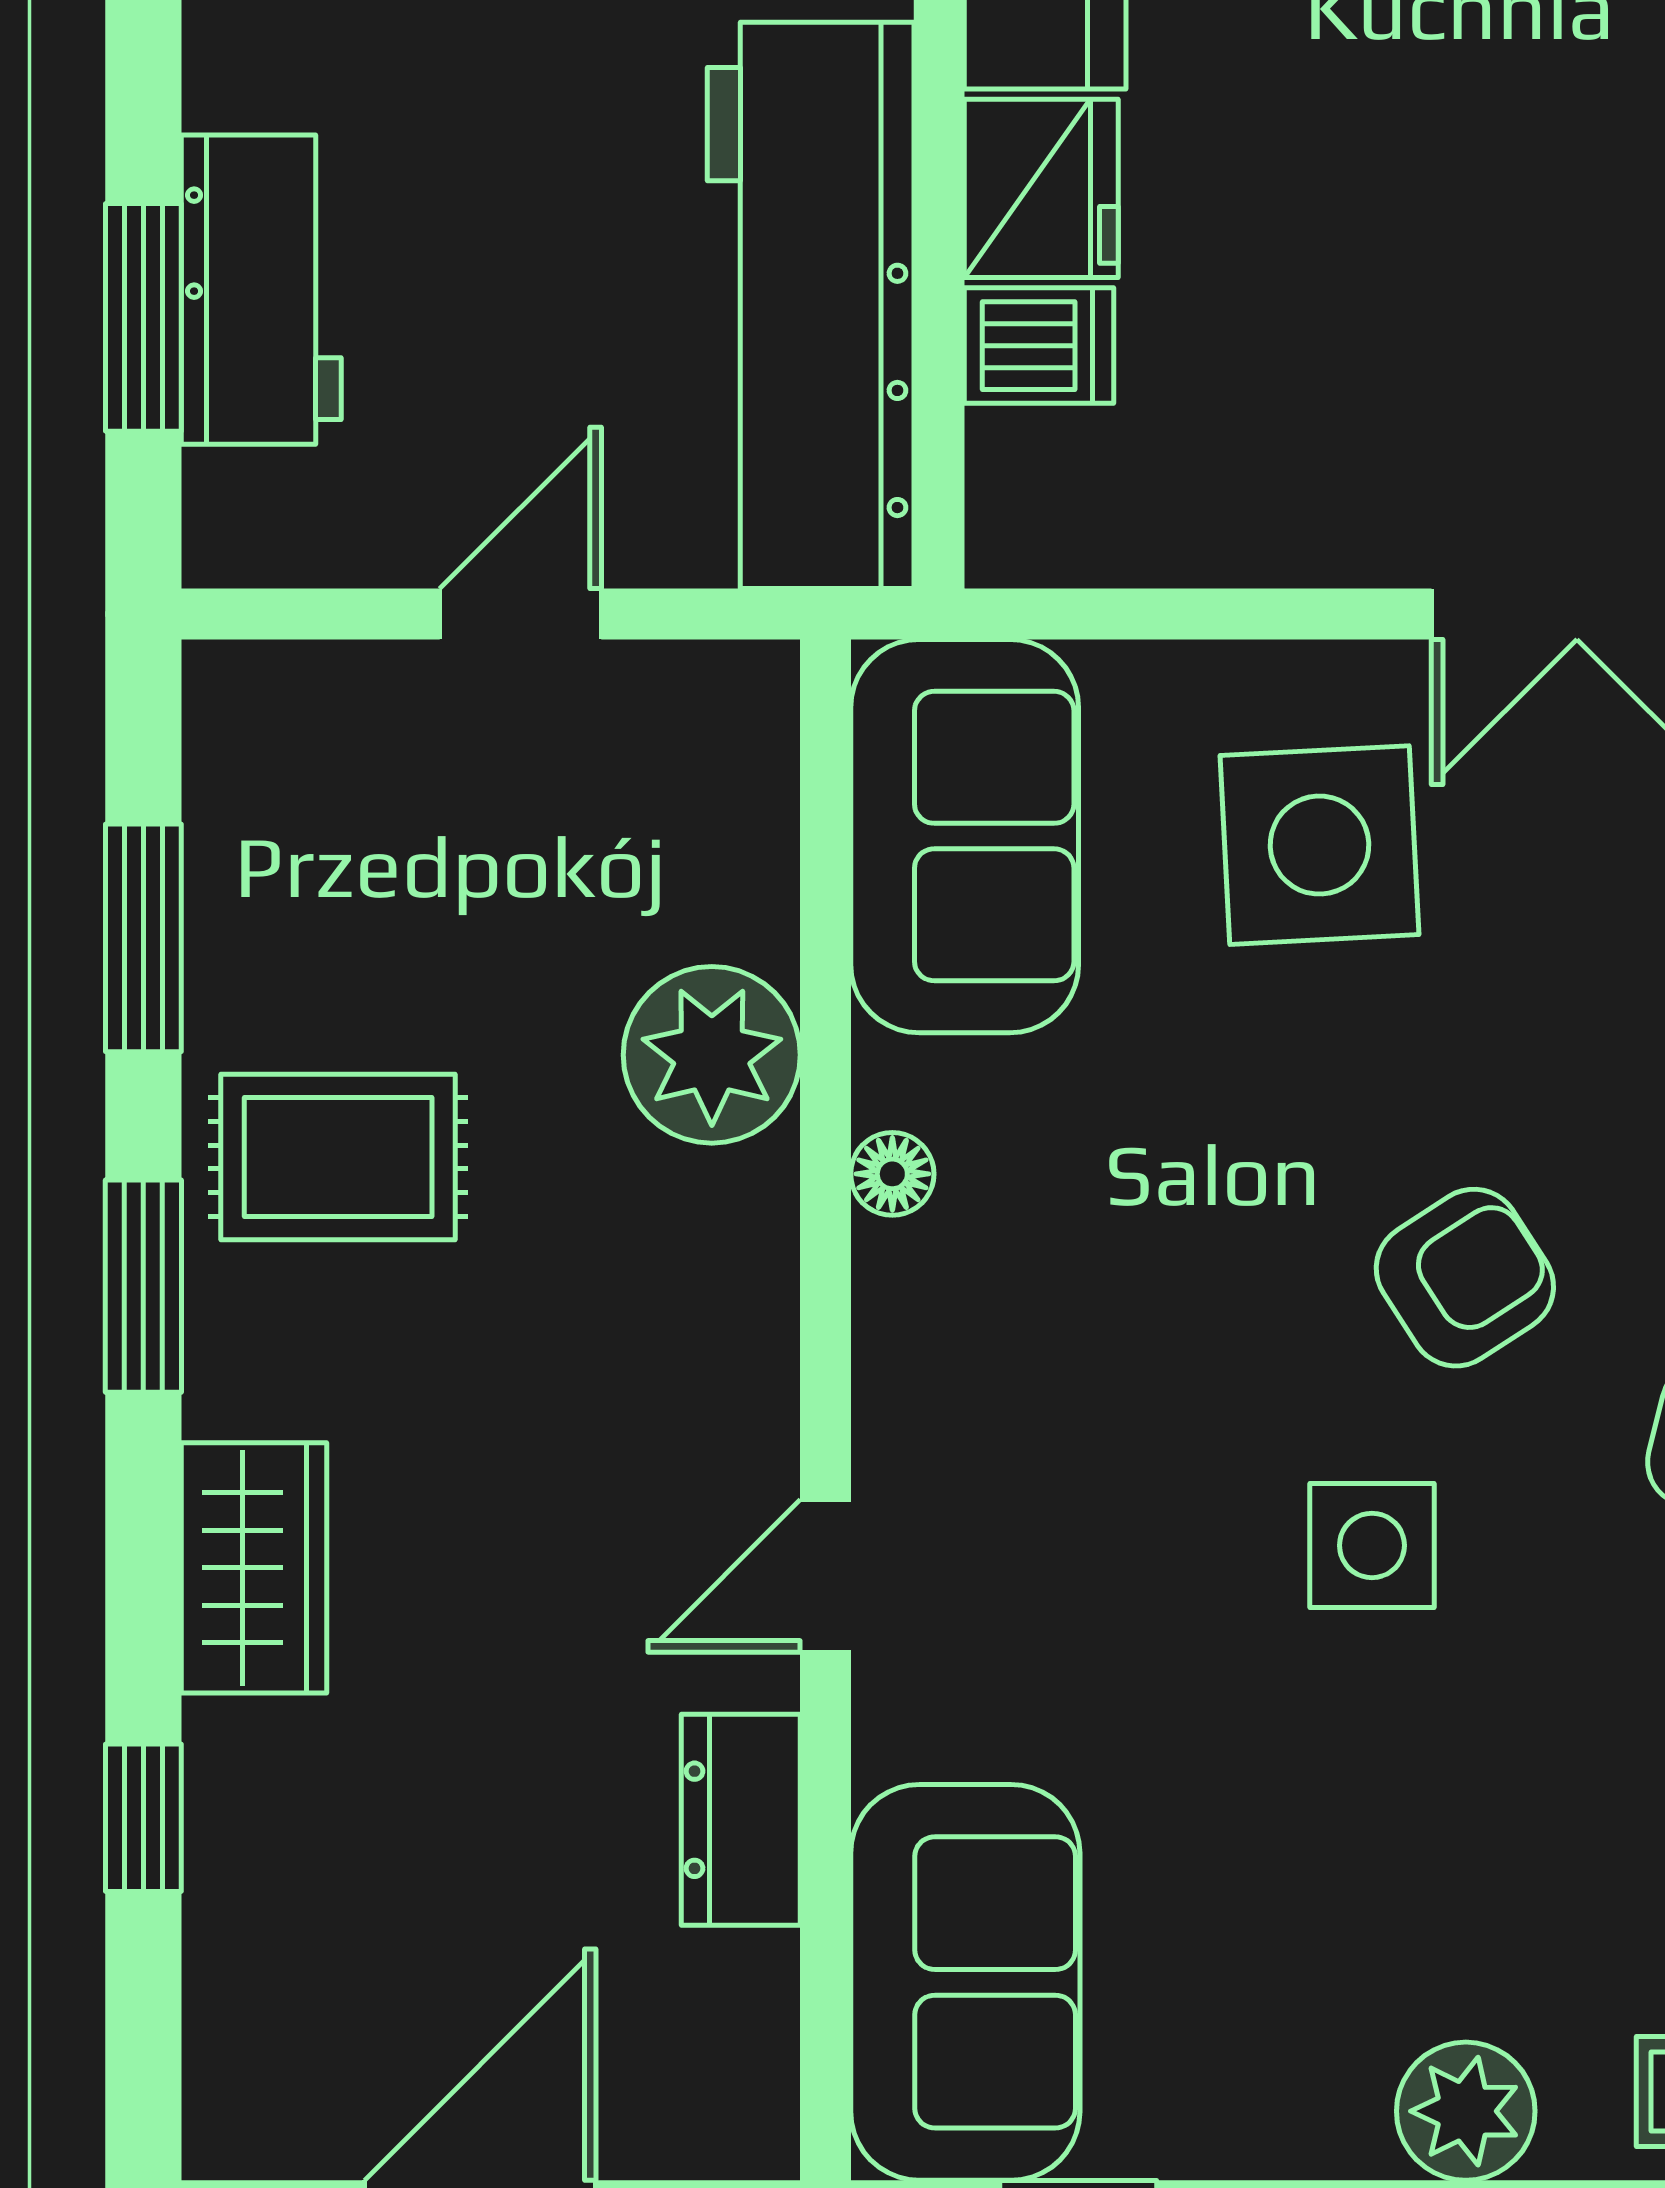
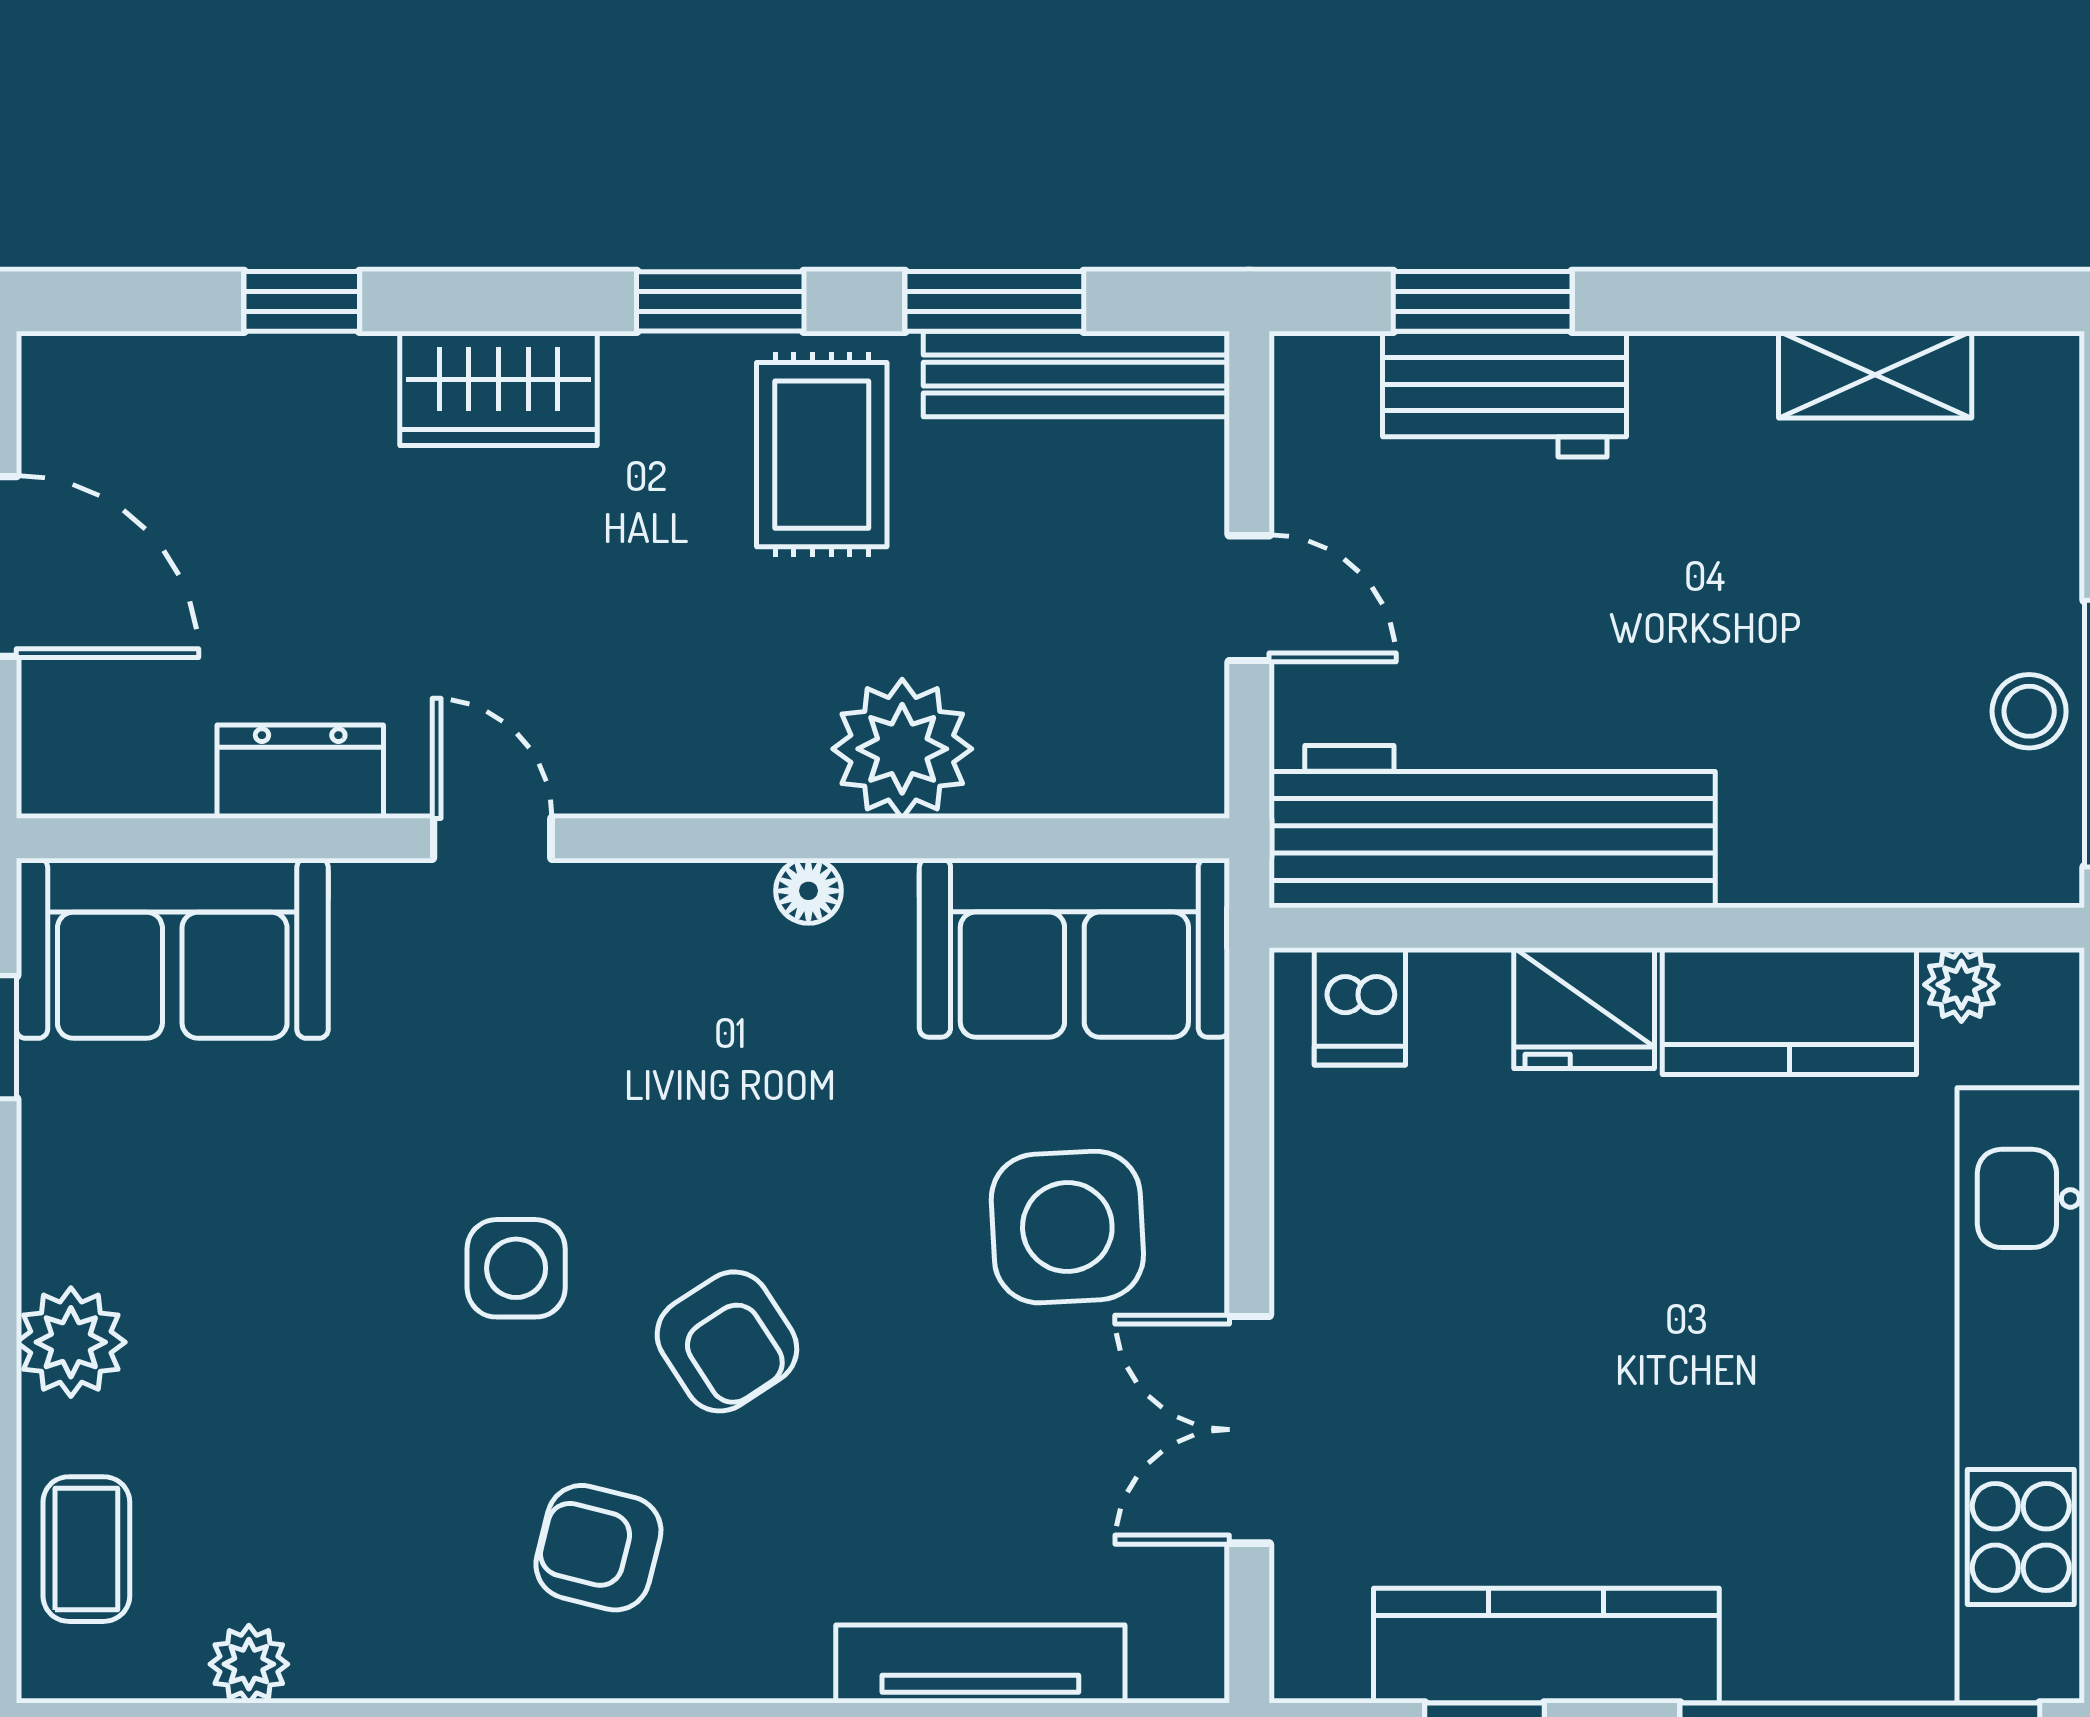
dishwasher: (1039, 346) -> (1360, 1006), moved
bench: (236, 834) -> (1076, 374), added

